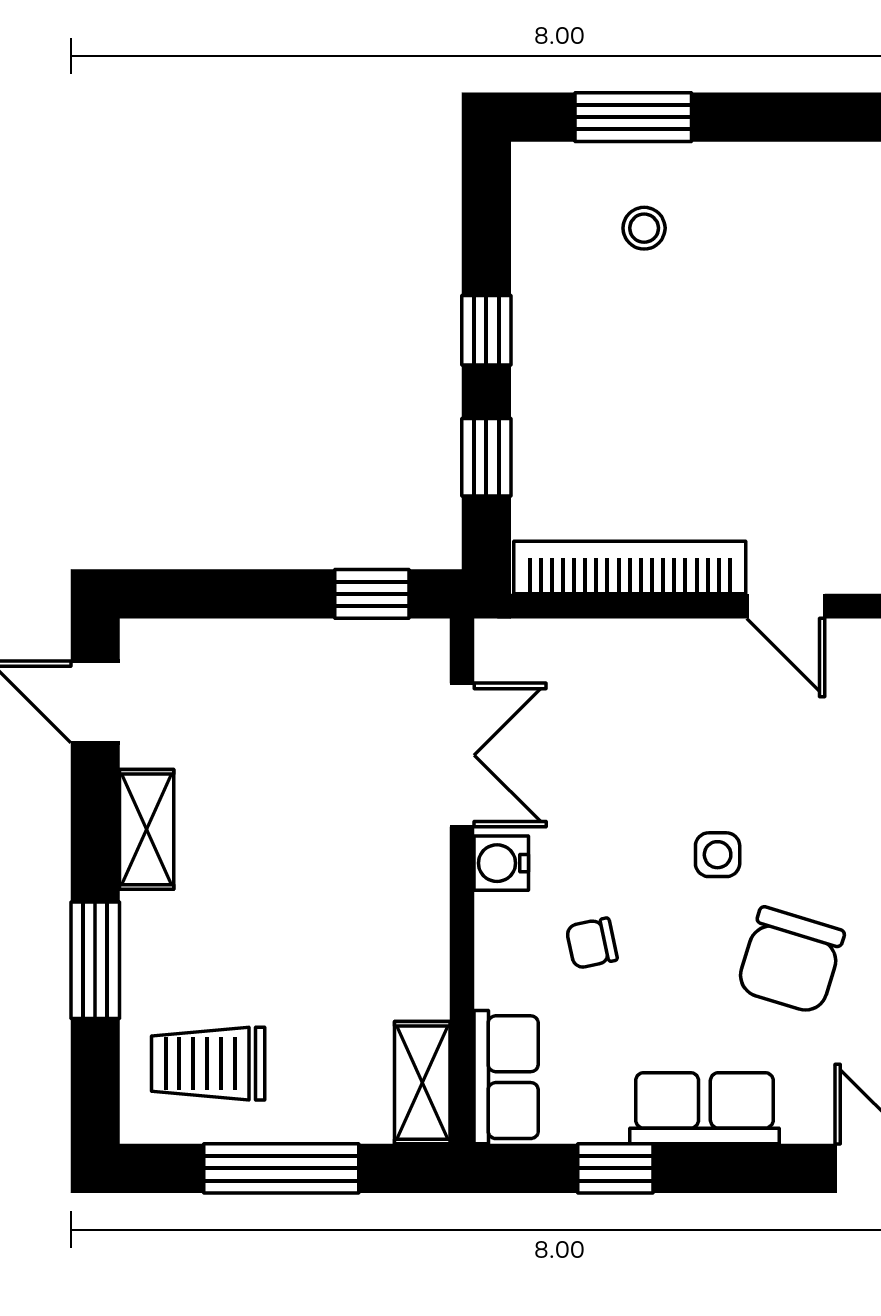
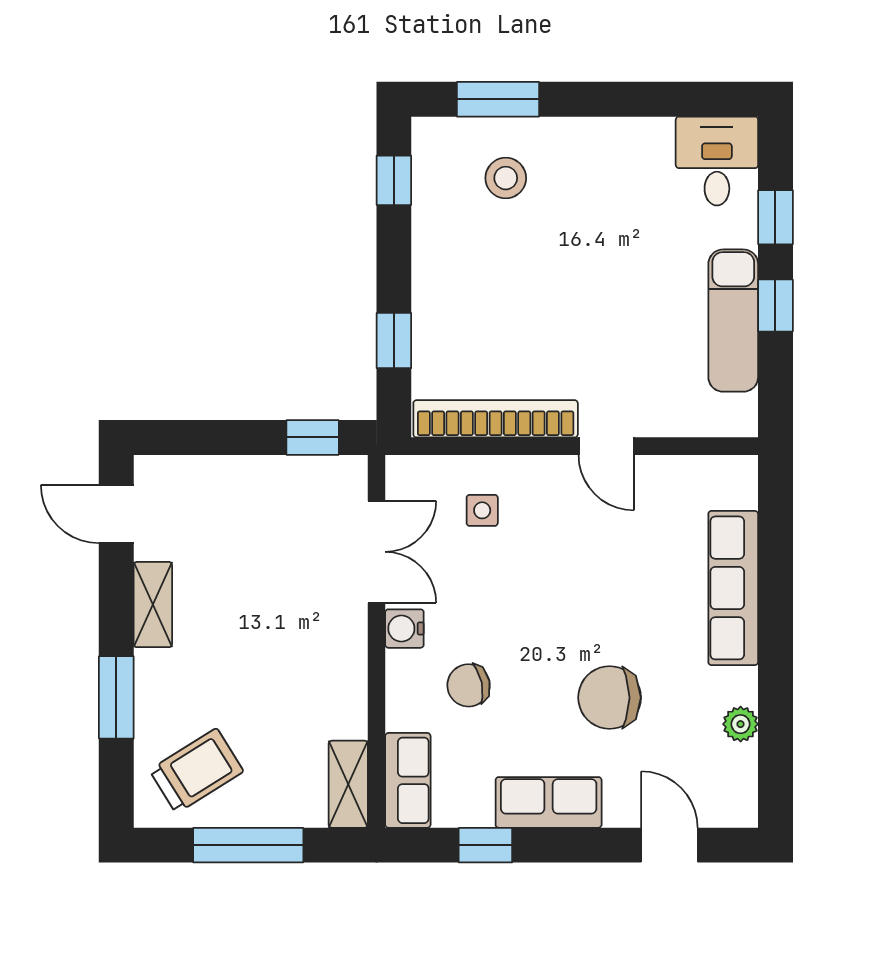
stool: (644, 228) -> (506, 178), width x1.37, depth x1.37
window: (486, 330) -> (394, 180), moved
side table: (718, 855) -> (482, 510), moved
chair: (592, 943) -> (469, 685), width x1.37, depth x1.37
chair: (790, 960) -> (610, 698), turned 73
trolley: (208, 1064) -> (196, 771), turned 148

